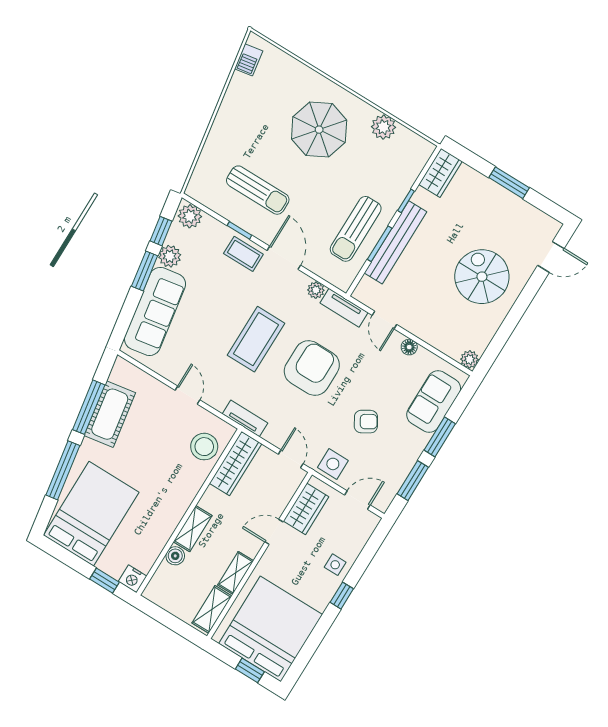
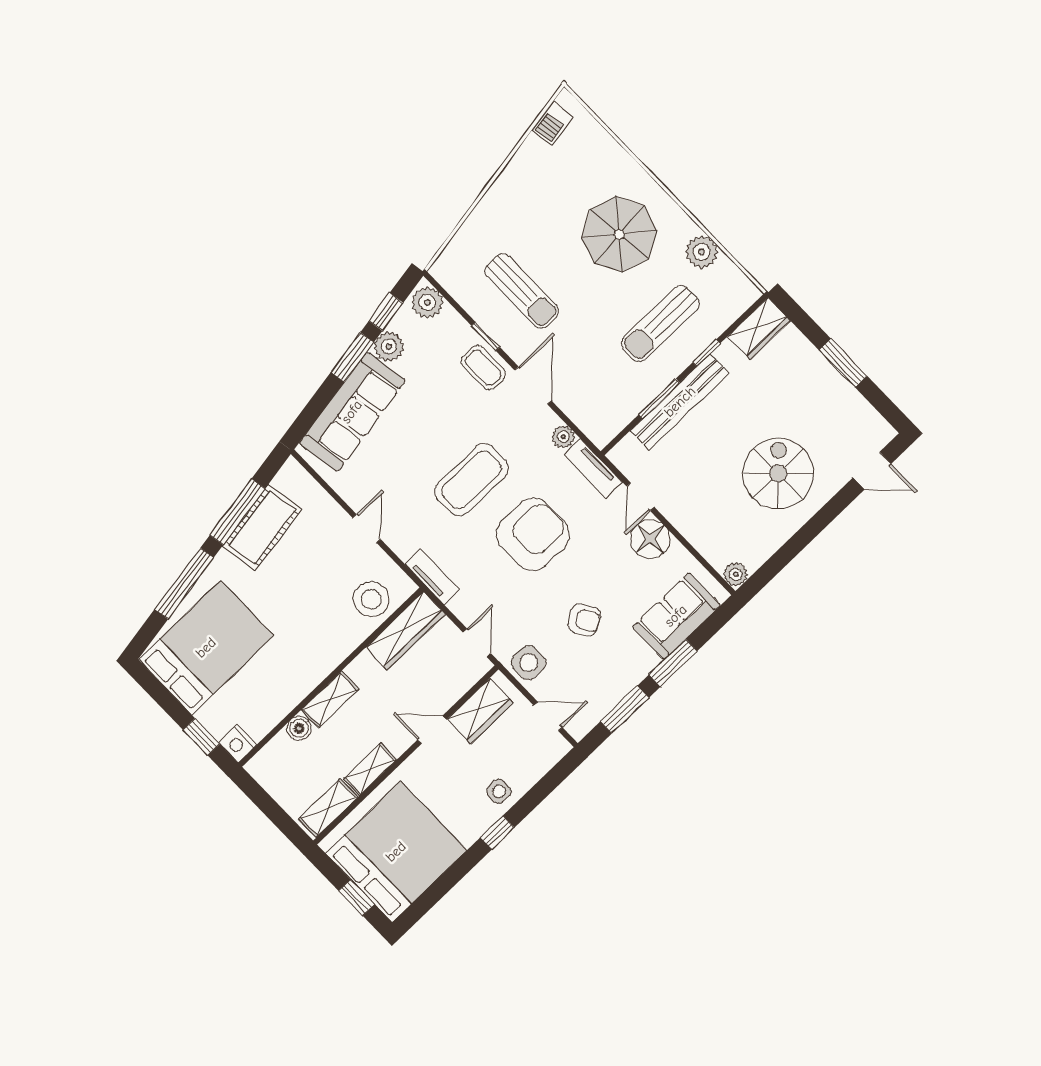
sun lounger: (356, 229) -> (660, 324), moved
floor lamp: (409, 347) -> (650, 539), width x1.89, depth x1.89

